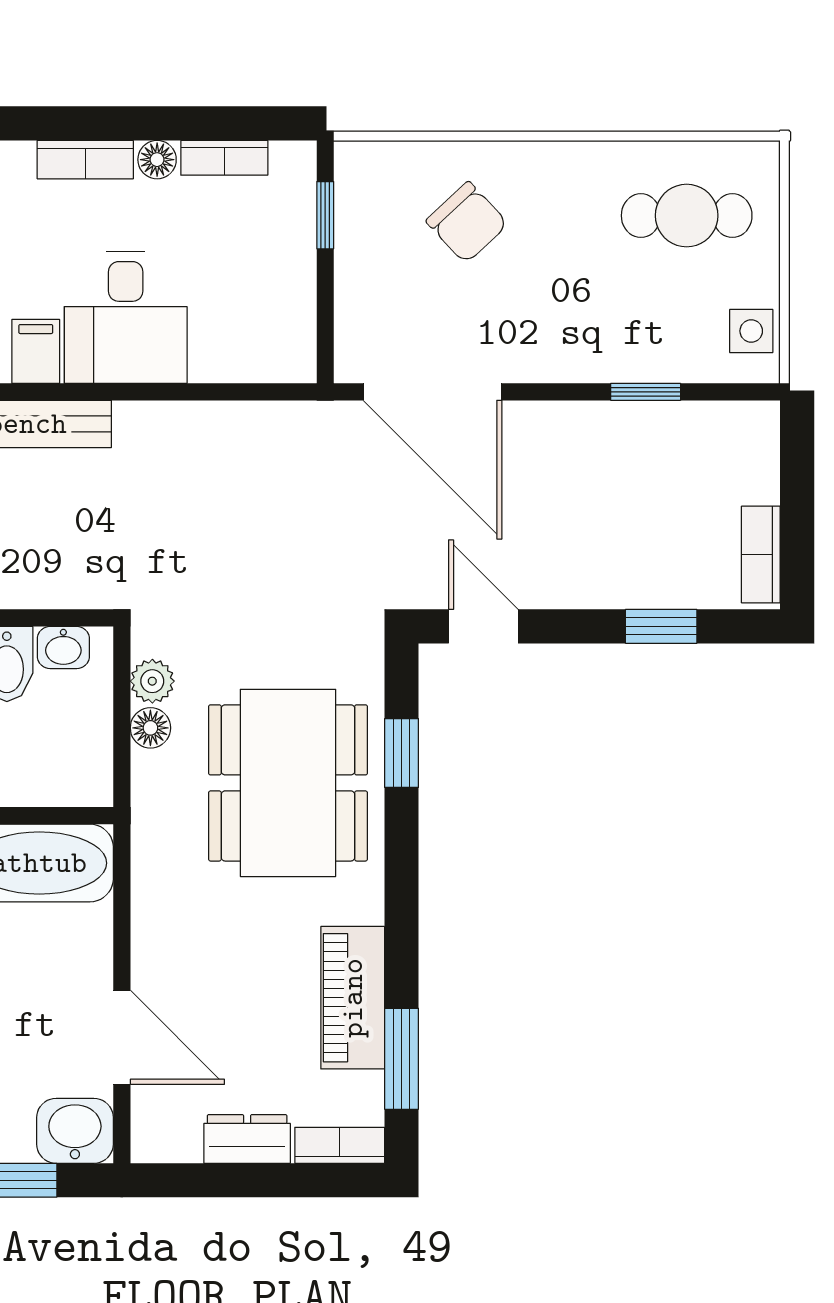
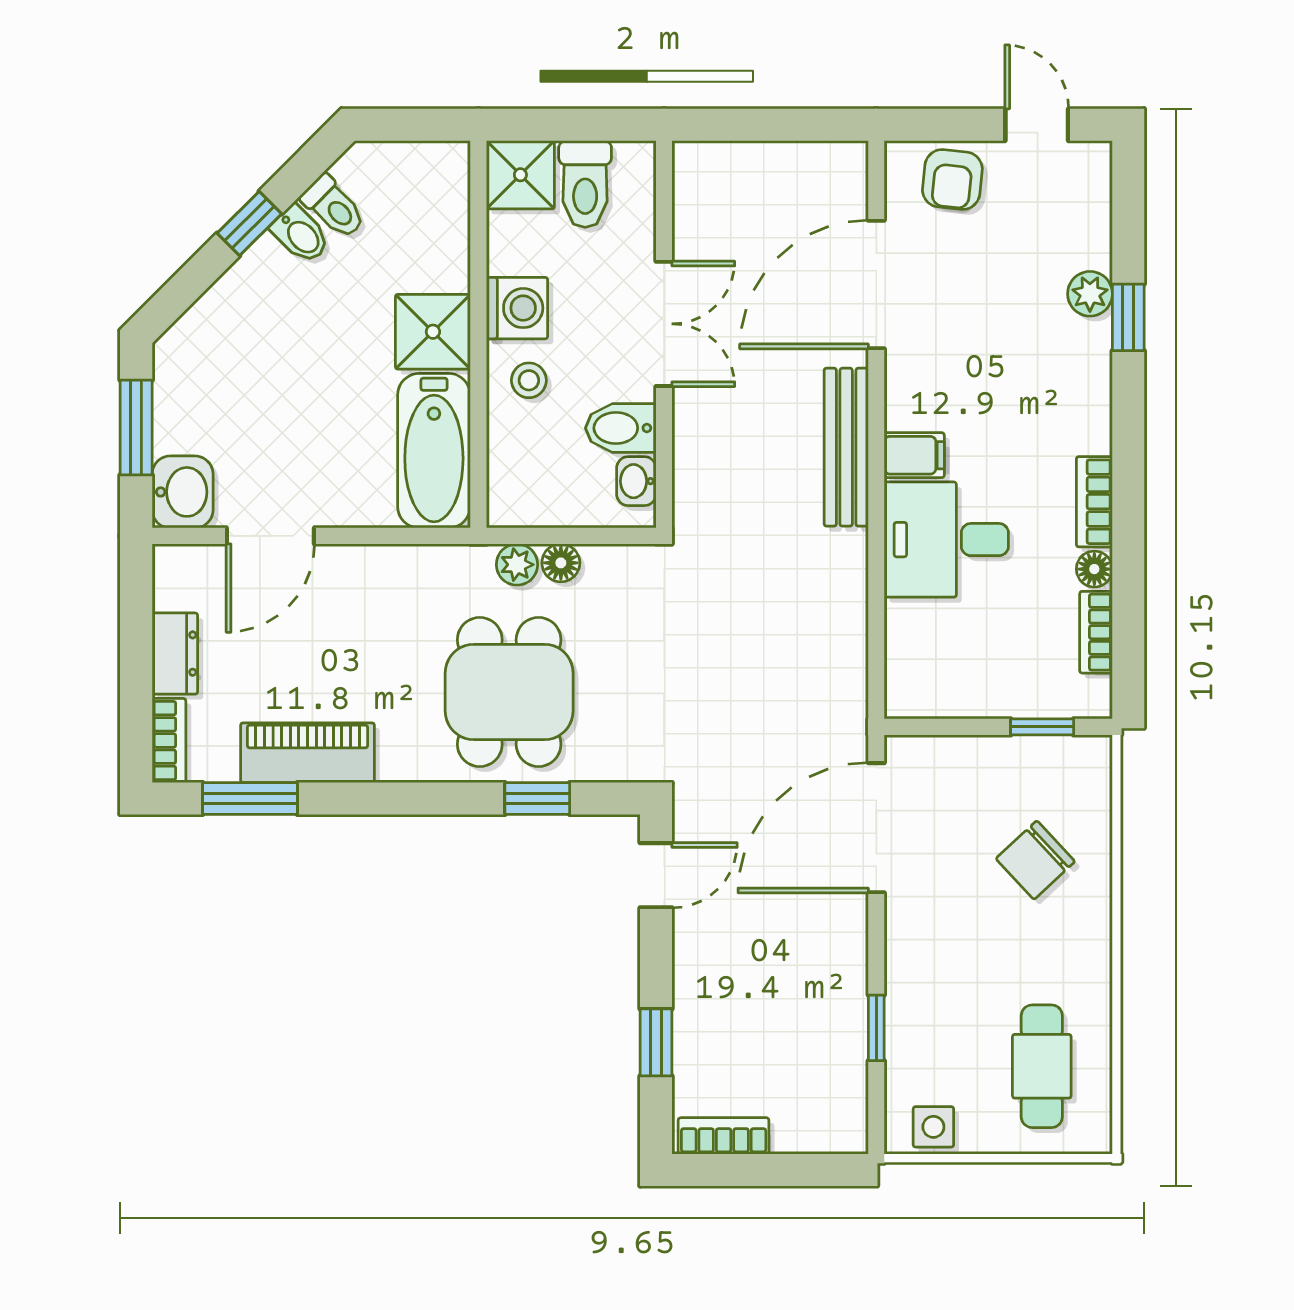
plant: (152, 681) -> (517, 565), moved
dining table: (288, 783) -> (509, 692), width x0.73

